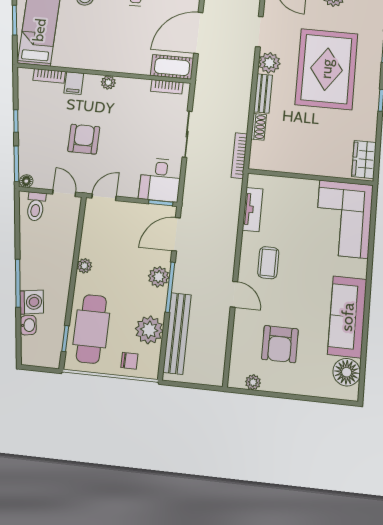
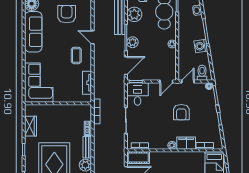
filing cabinet: (74, 83) -> (186, 143), width x2.00
wardrobe: (364, 159) -> (30, 126), moved
door: (64, 193) -> (188, 82), swing flipped
washing machine: (32, 302) -> (201, 46), moved

